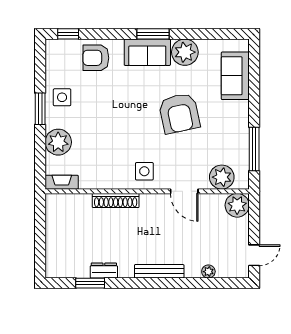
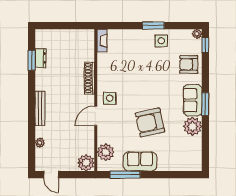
armchair: (96, 58) -> (189, 64), turned -90
sofa: (235, 76) -> (140, 162), moved
plant: (58, 142) -> (197, 34), moved, width x0.53, depth x0.53
door: (184, 191) -> (96, 116), moved
dresser: (104, 271) -> (41, 58), moved

